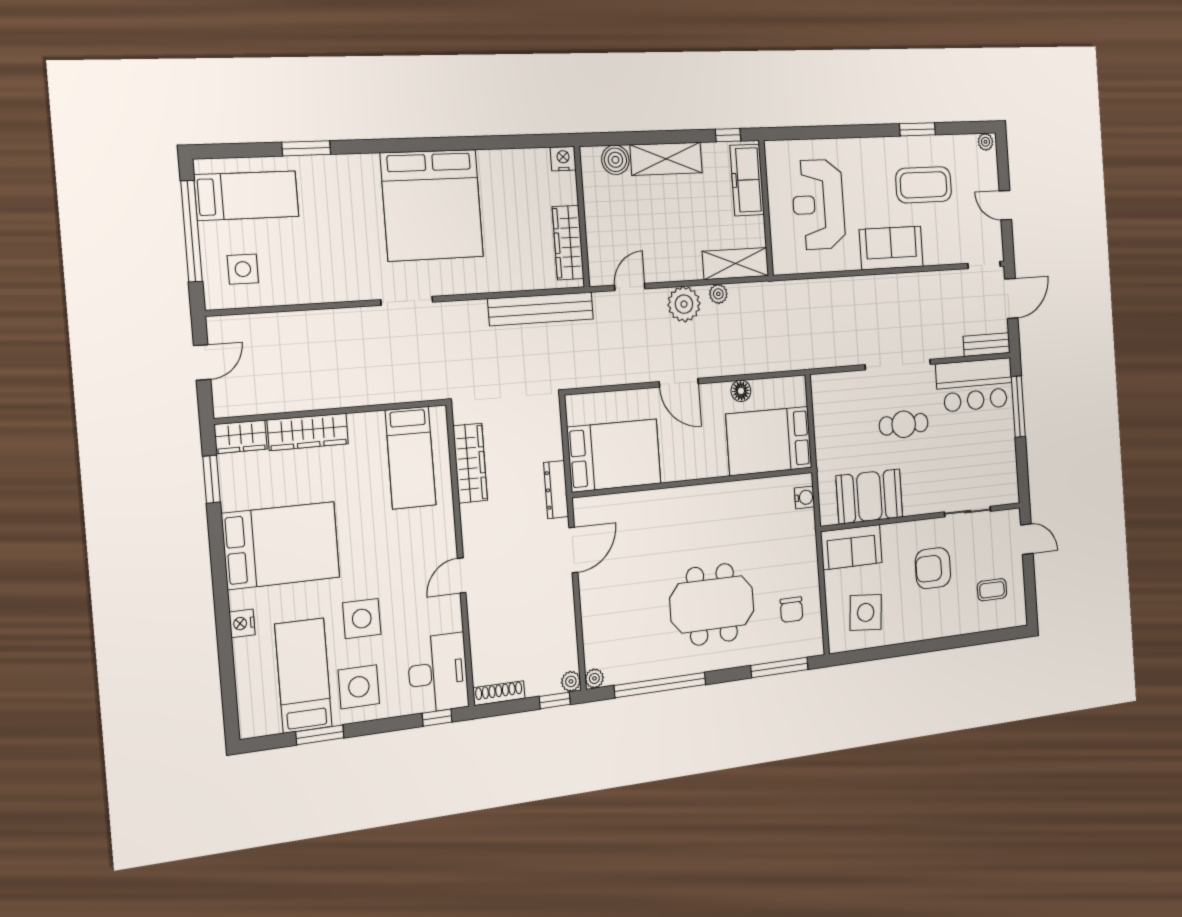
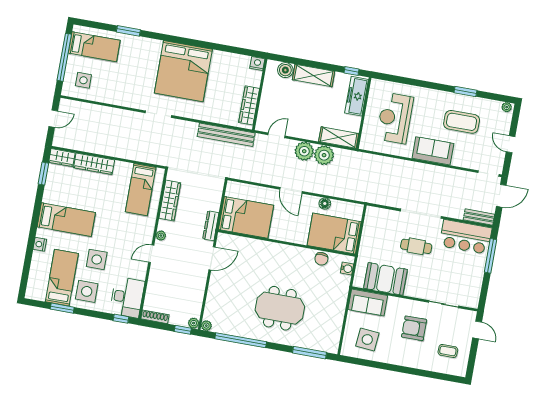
plant: (718, 294) -> (324, 155), width x1.88, depth x1.88
plant: (470, 535) -> (161, 236), added
bed: (281, 546) -> (66, 220), width x0.67
chair: (792, 610) -> (321, 259), moved

